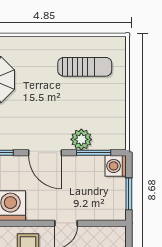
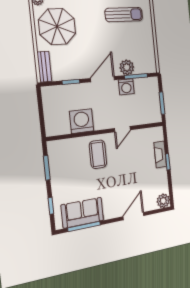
door: (45, 153) -> (103, 79), swing flipped
washing machine: (116, 166) -> (126, 87), moved, turned -90

